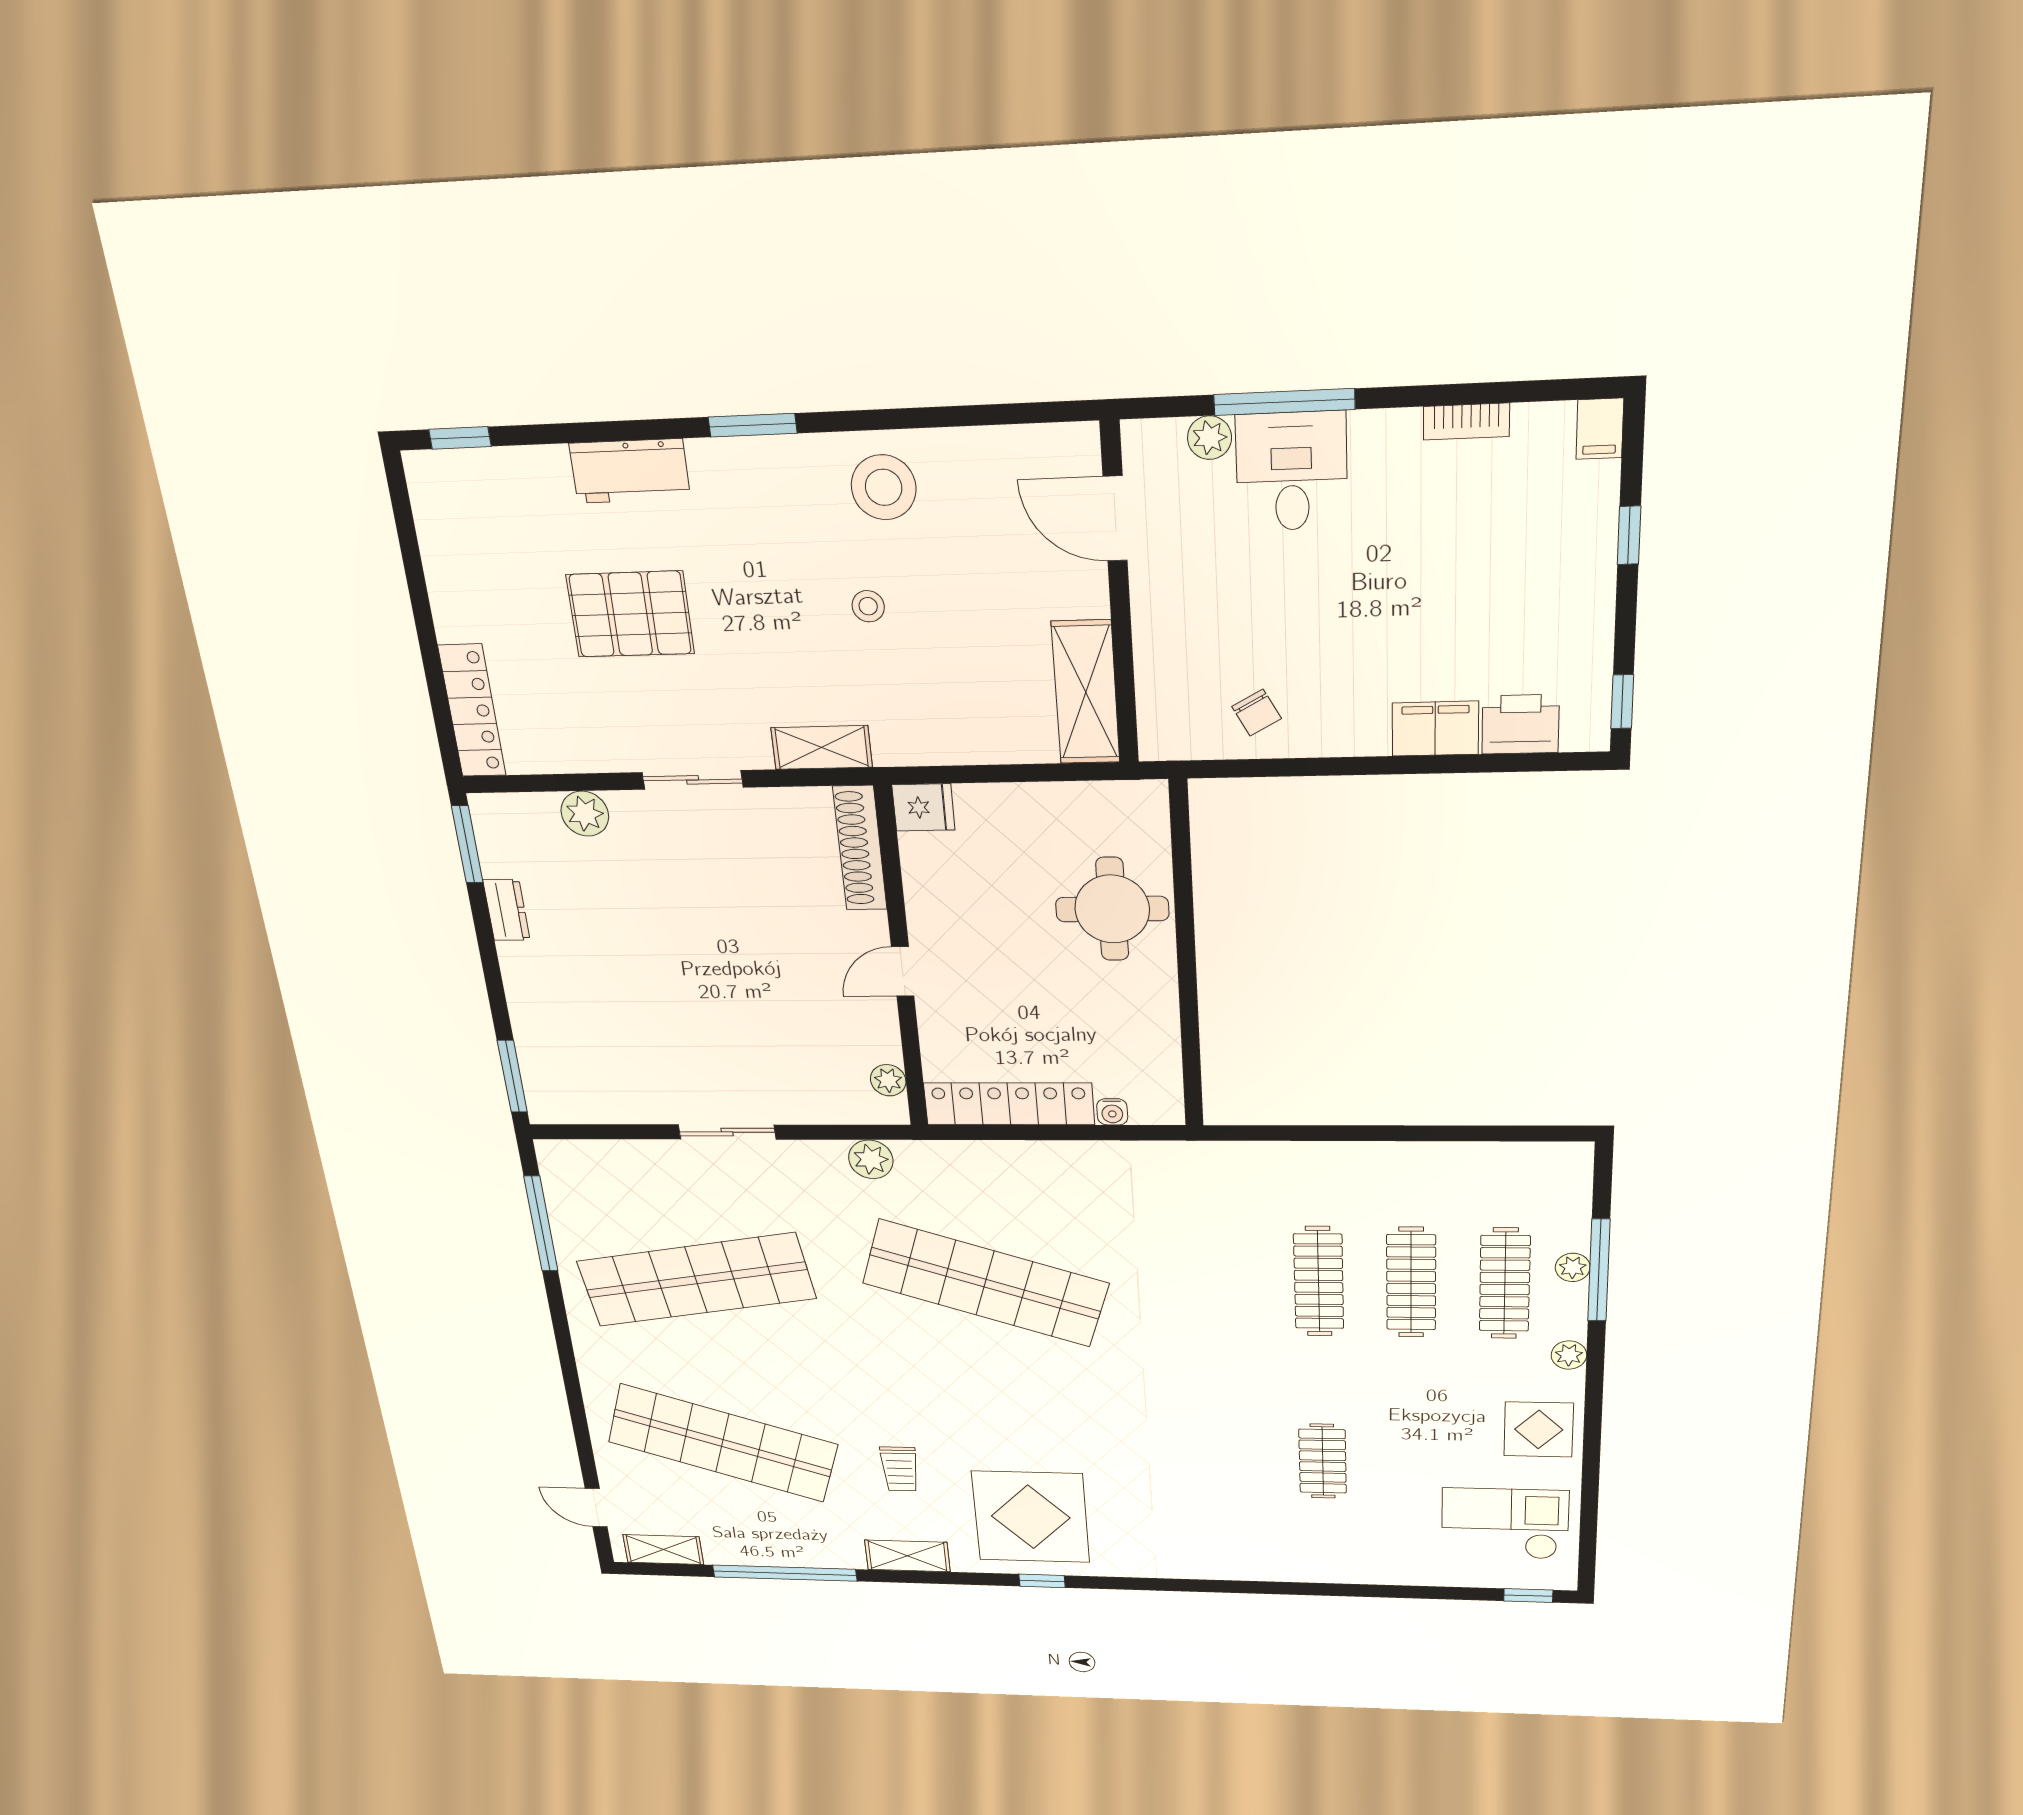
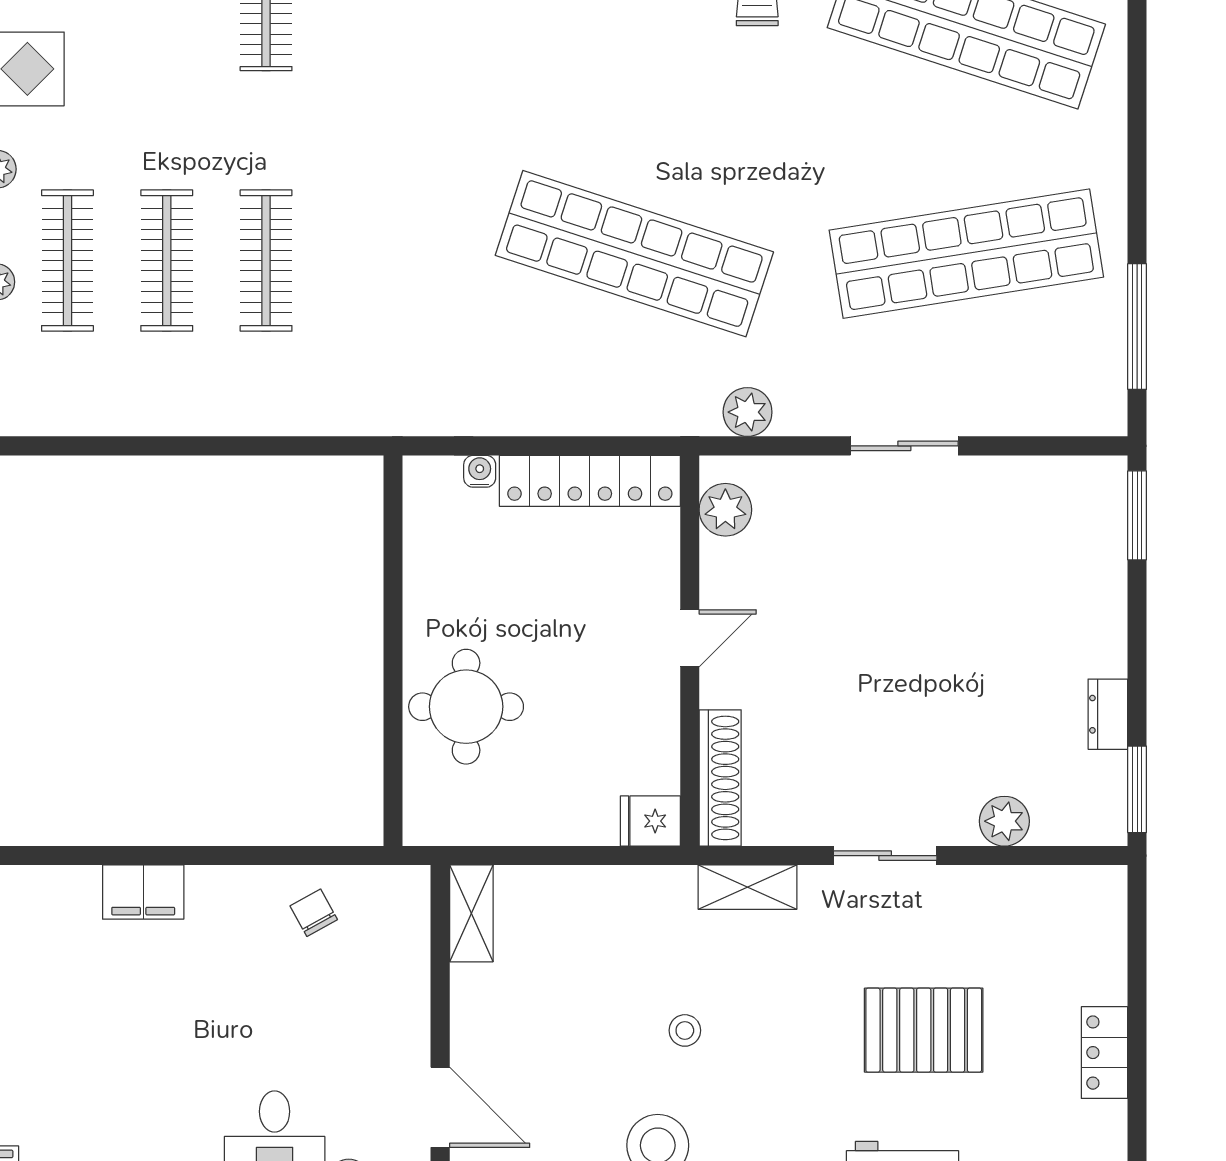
shelving: (1086, 692) -> (471, 913), width x0.67, depth x0.75
locker: (472, 711) -> (1104, 1053), moved, width x0.66
printer: (1520, 724) -> (63, 894), removed
plant: (888, 1080) -> (725, 510), width x1.38, depth x1.38

